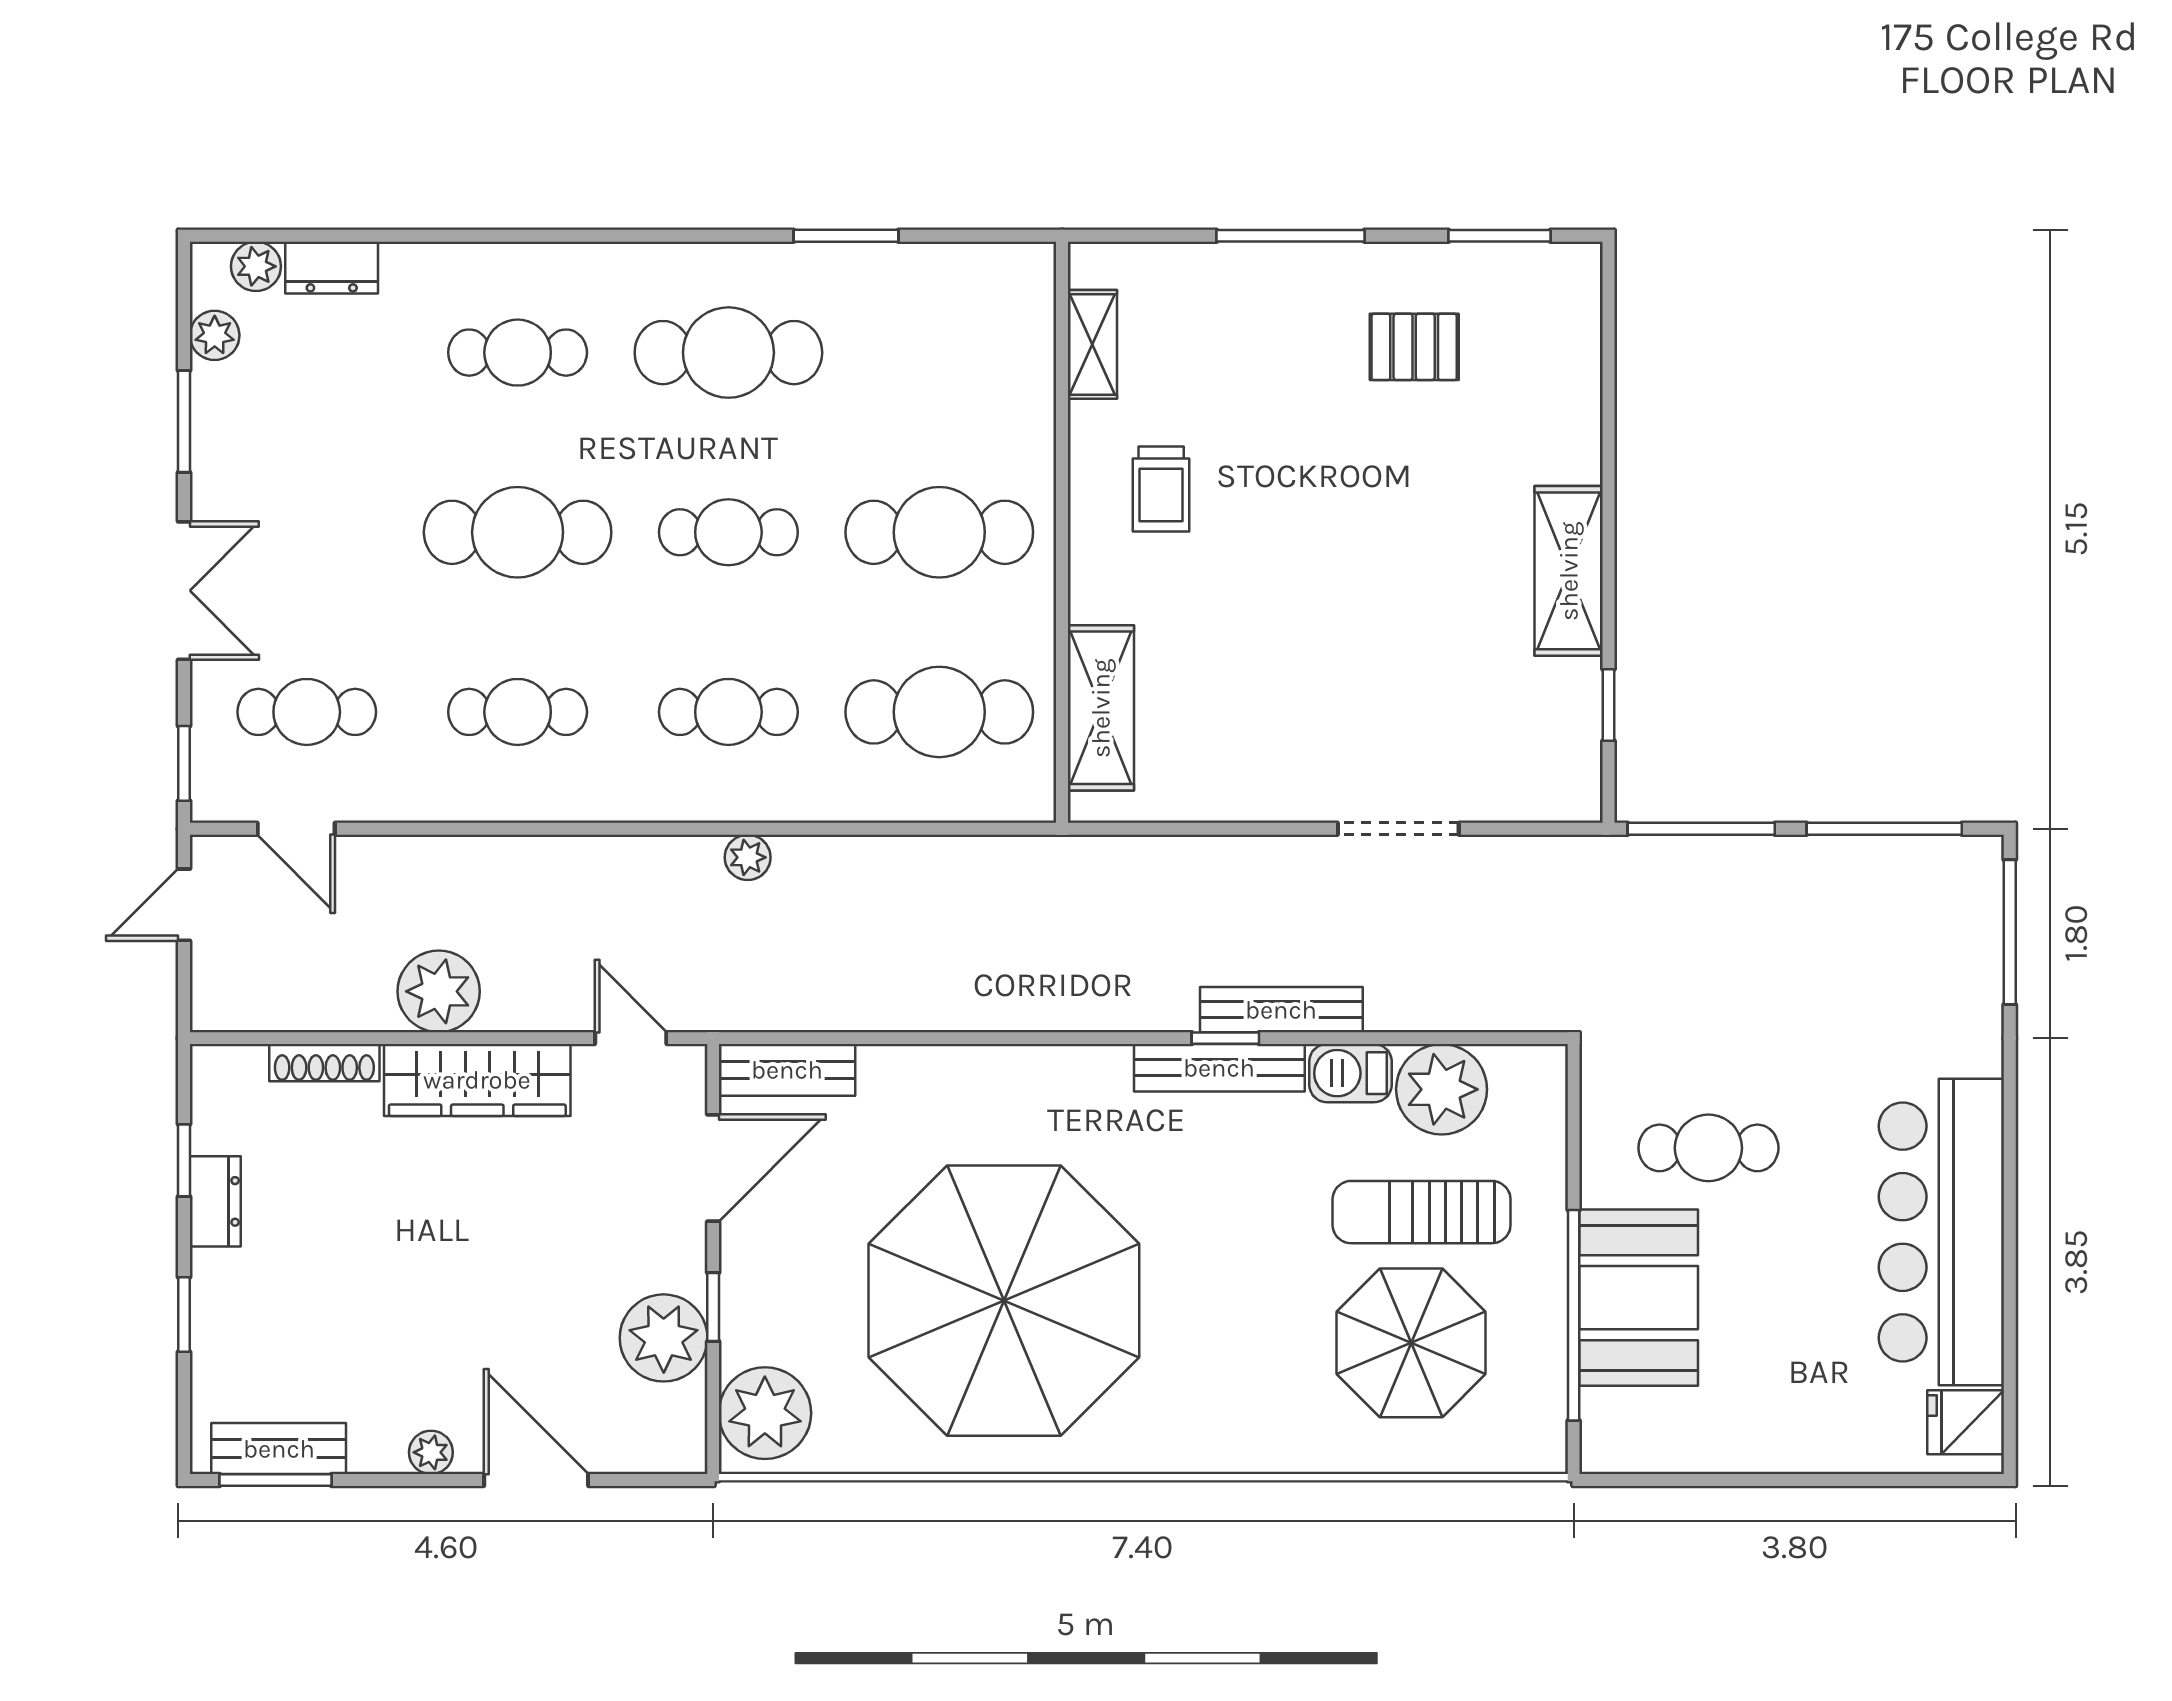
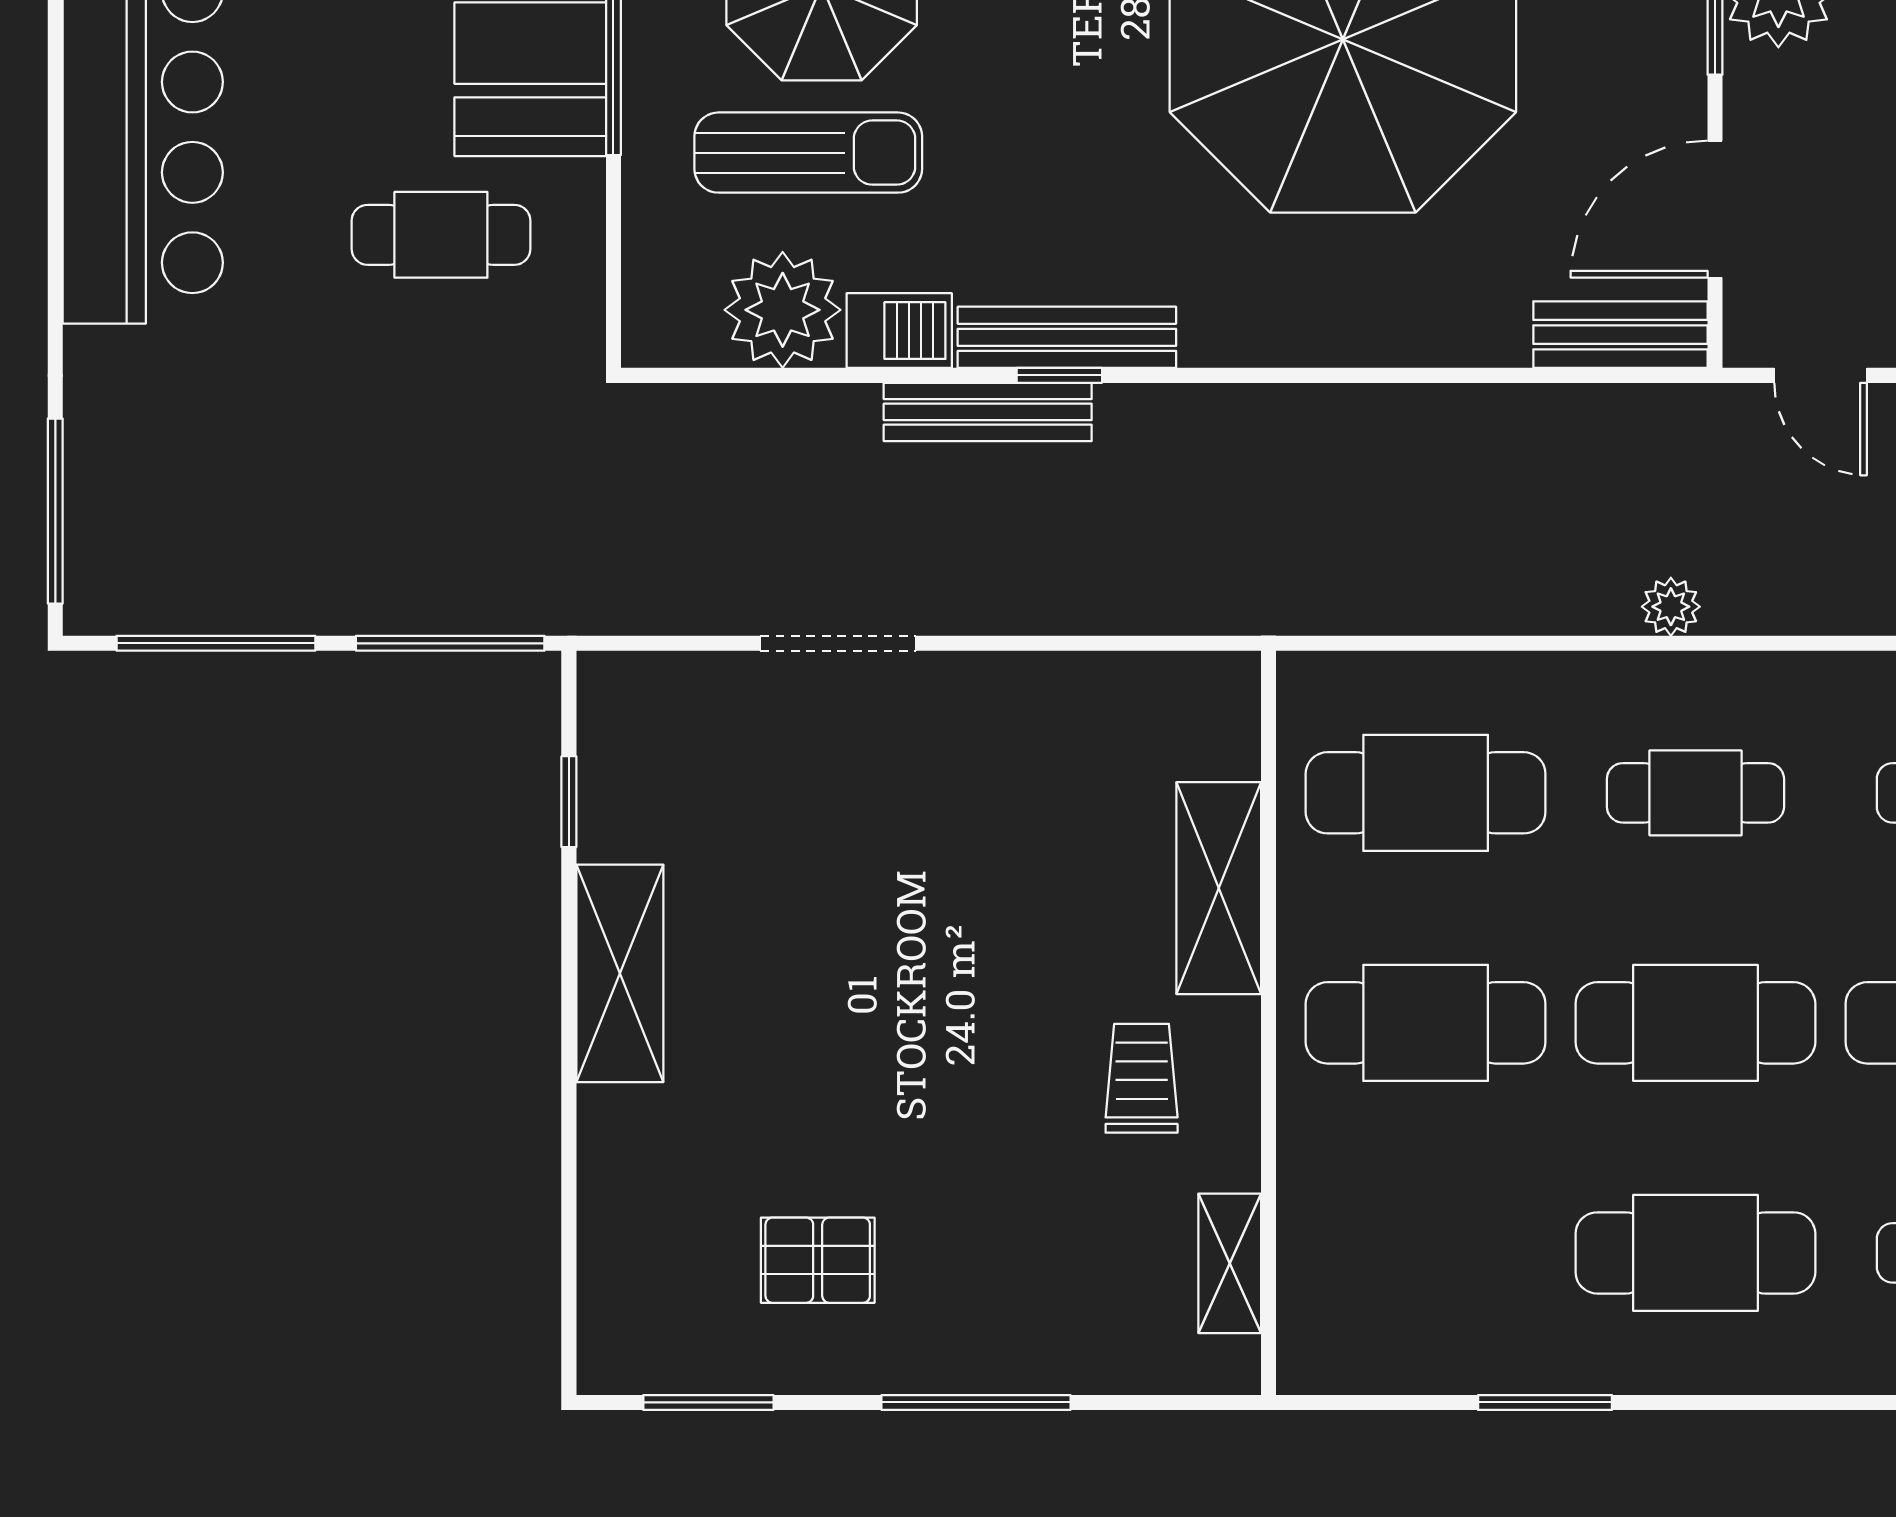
cafe table: (728, 532) -> (1695, 1023), width x1.37, depth x1.35
shelving: (1101, 708) -> (1219, 888), moved

